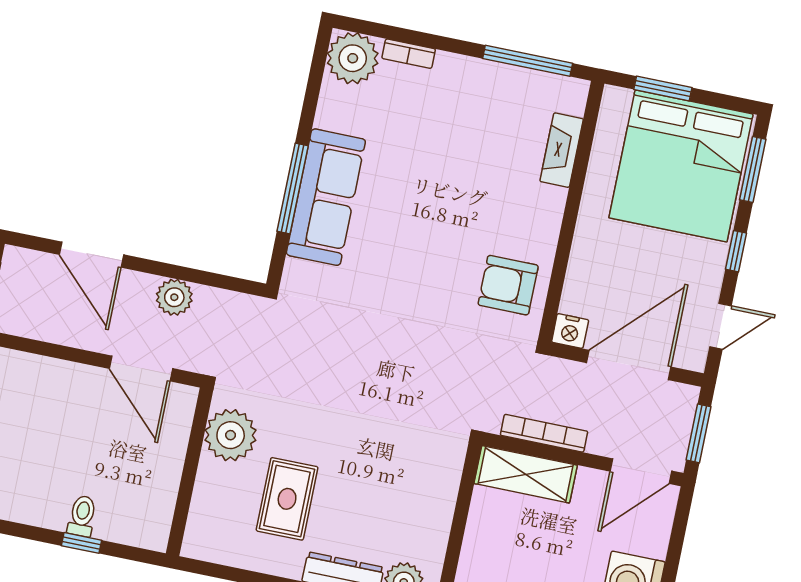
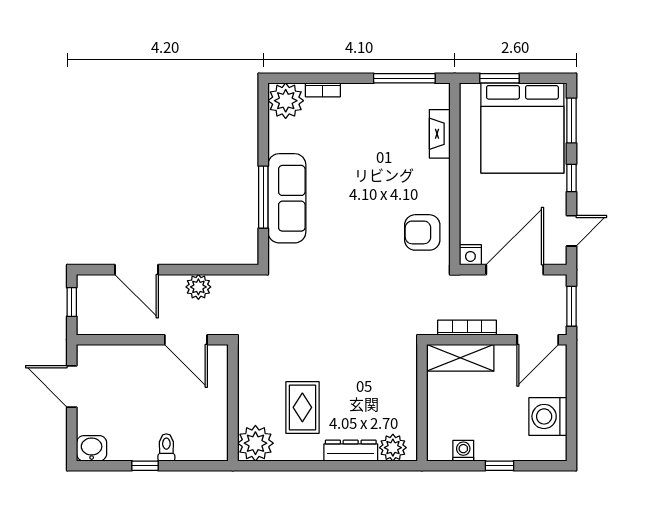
plant: (231, 435) -> (255, 443), moved
window: (82, 543) -> (145, 466), moved

